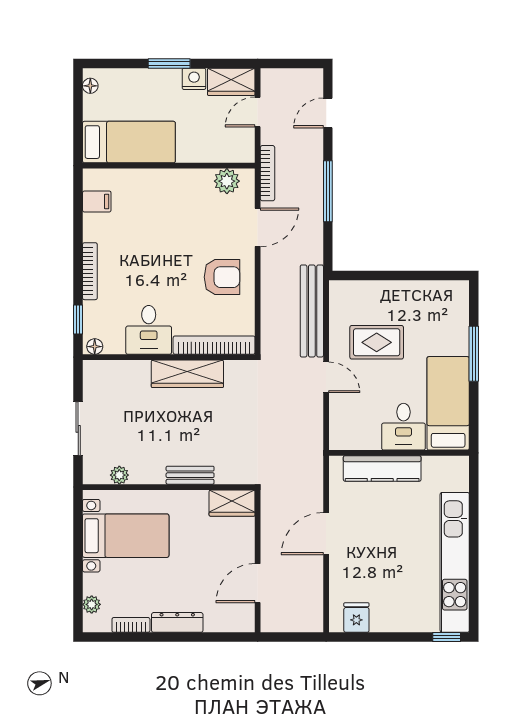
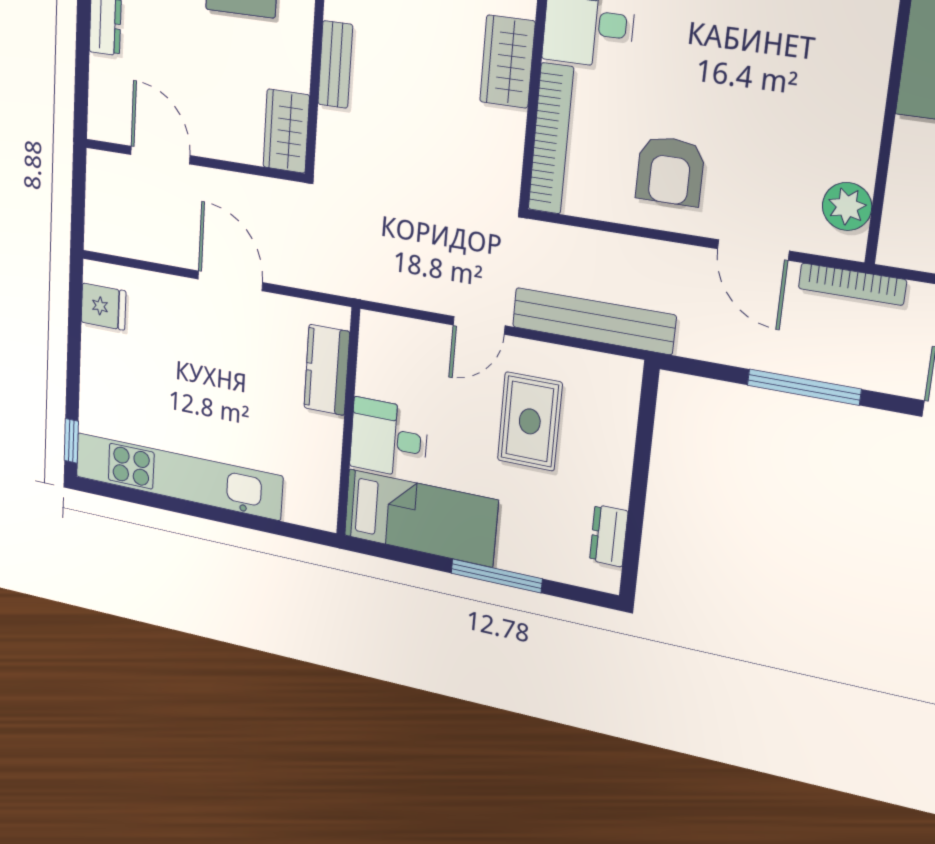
dresser: (435, 290) -> (609, 536), added
wardrobe: (187, 374) -> (507, 62), width x0.67
kitchen counter: (382, 468) -> (327, 370), width x0.67

